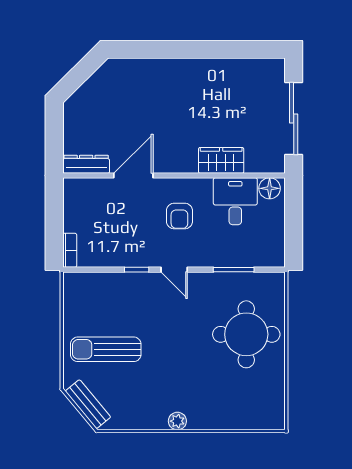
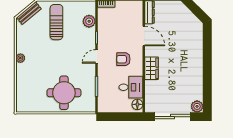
plant: (273, 70) -> (197, 106), added
wardrobe: (221, 160) -> (151, 68), moved
plant: (104, 284) -> (89, 21), added

